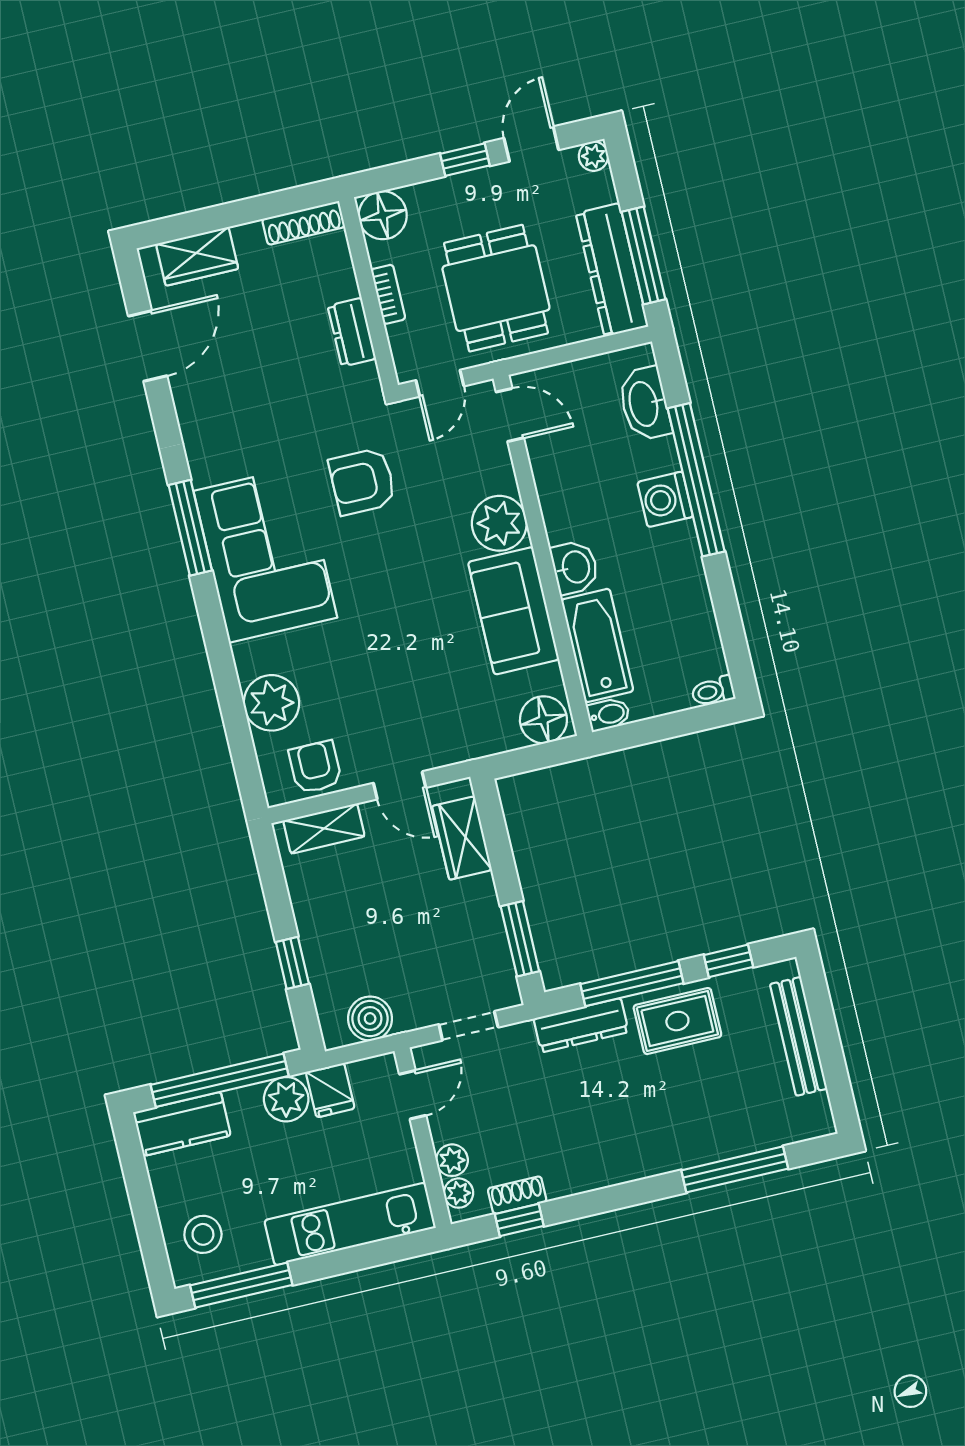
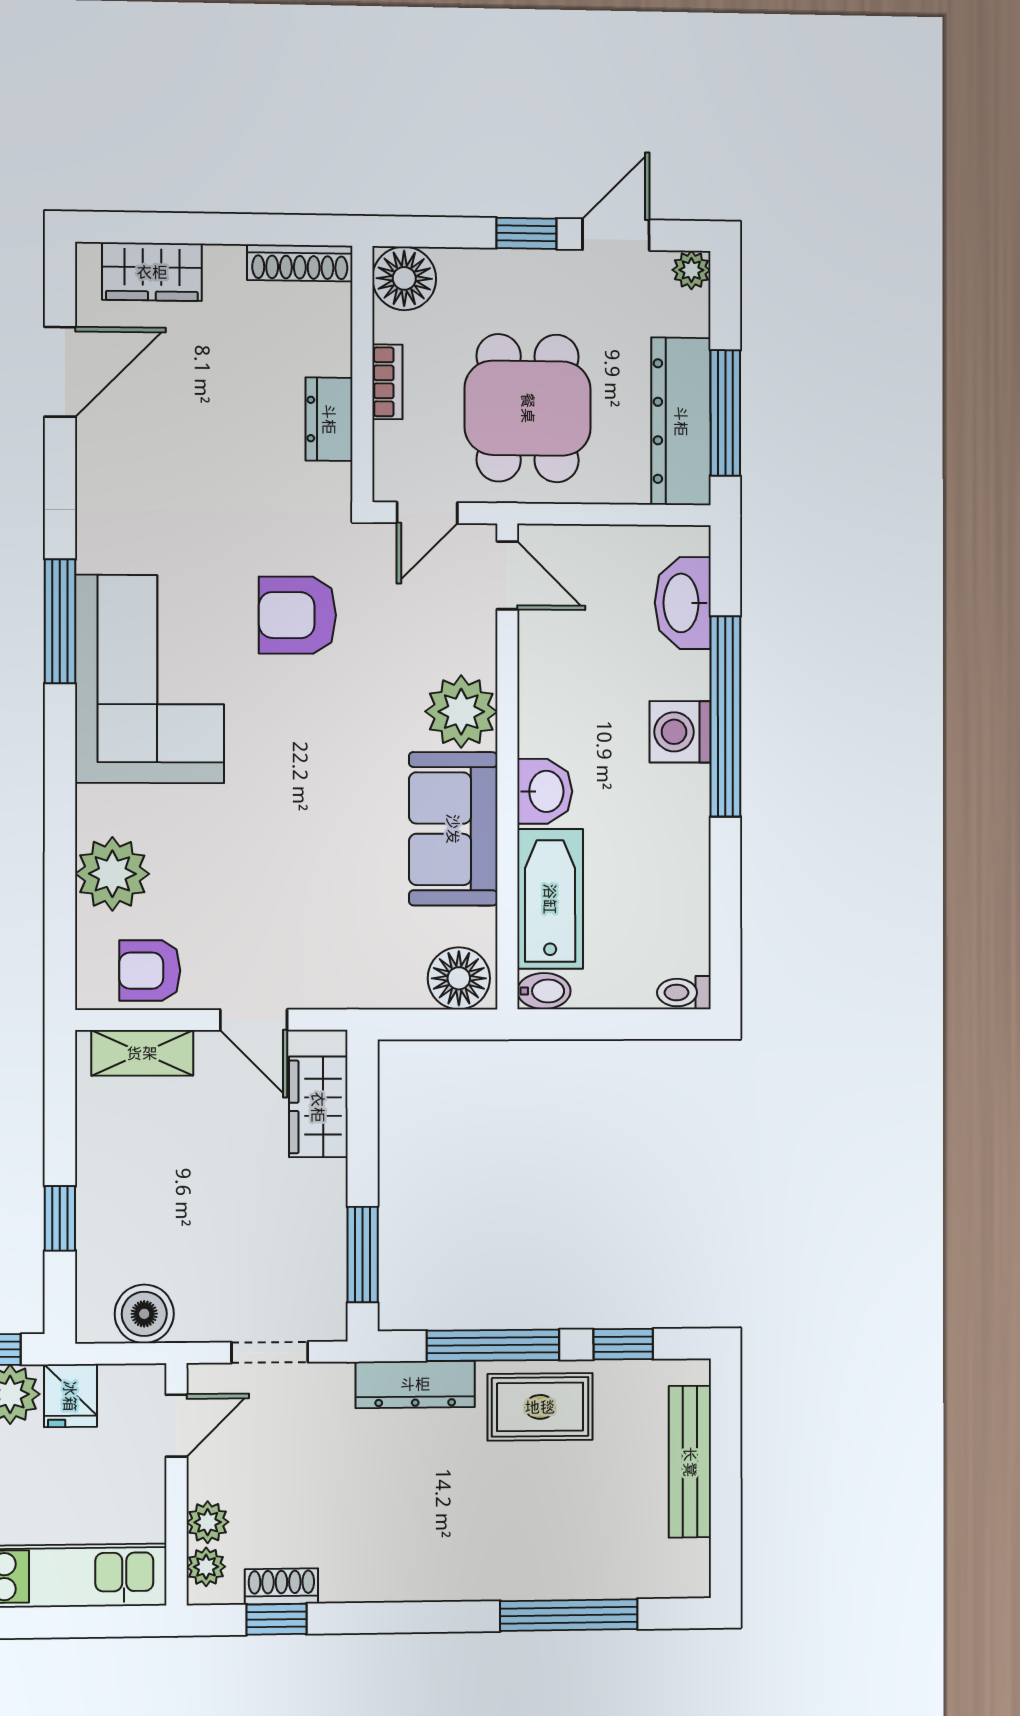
armchair: (315, 767) -> (150, 971), turned -90

